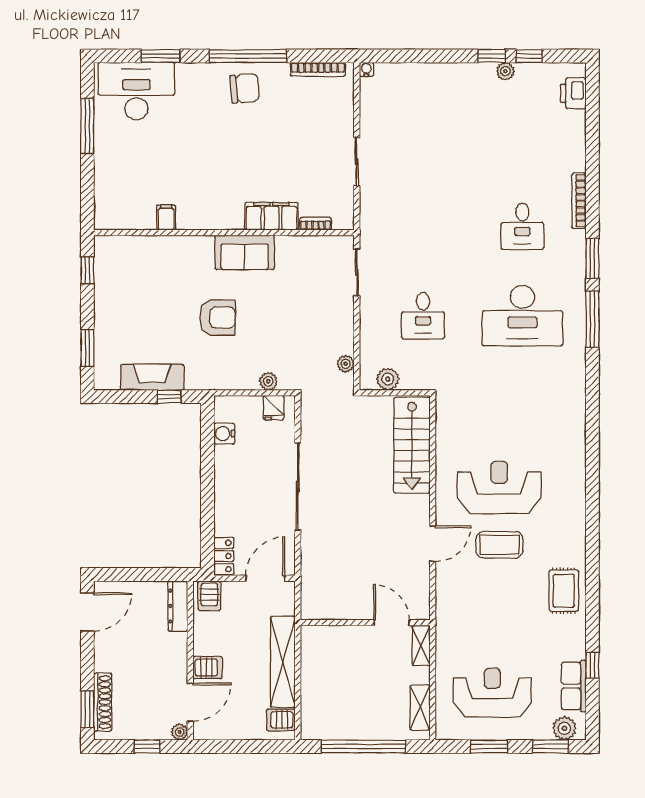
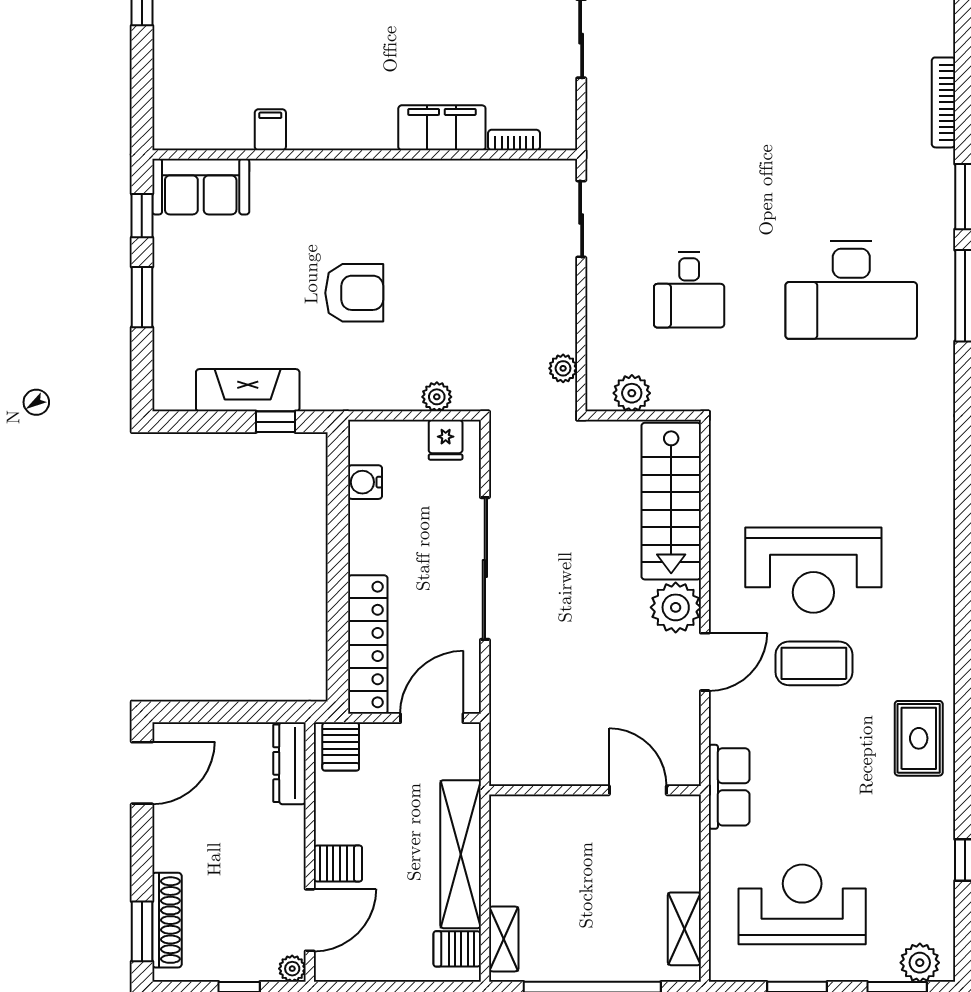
desk: (522, 226) -> (851, 144), removed
sofa: (245, 252) -> (201, 187), moved
window: (87, 348) -> (142, 297), moved
reception desk: (499, 488) -> (813, 570), turned 180
plant: (415, 510) -> (676, 607), added
locker: (224, 556) -> (368, 645), width x2.16, depth x1.21
shelving: (421, 646) -> (504, 939), moved
row of seats: (574, 686) -> (729, 787), moved, turned 180

